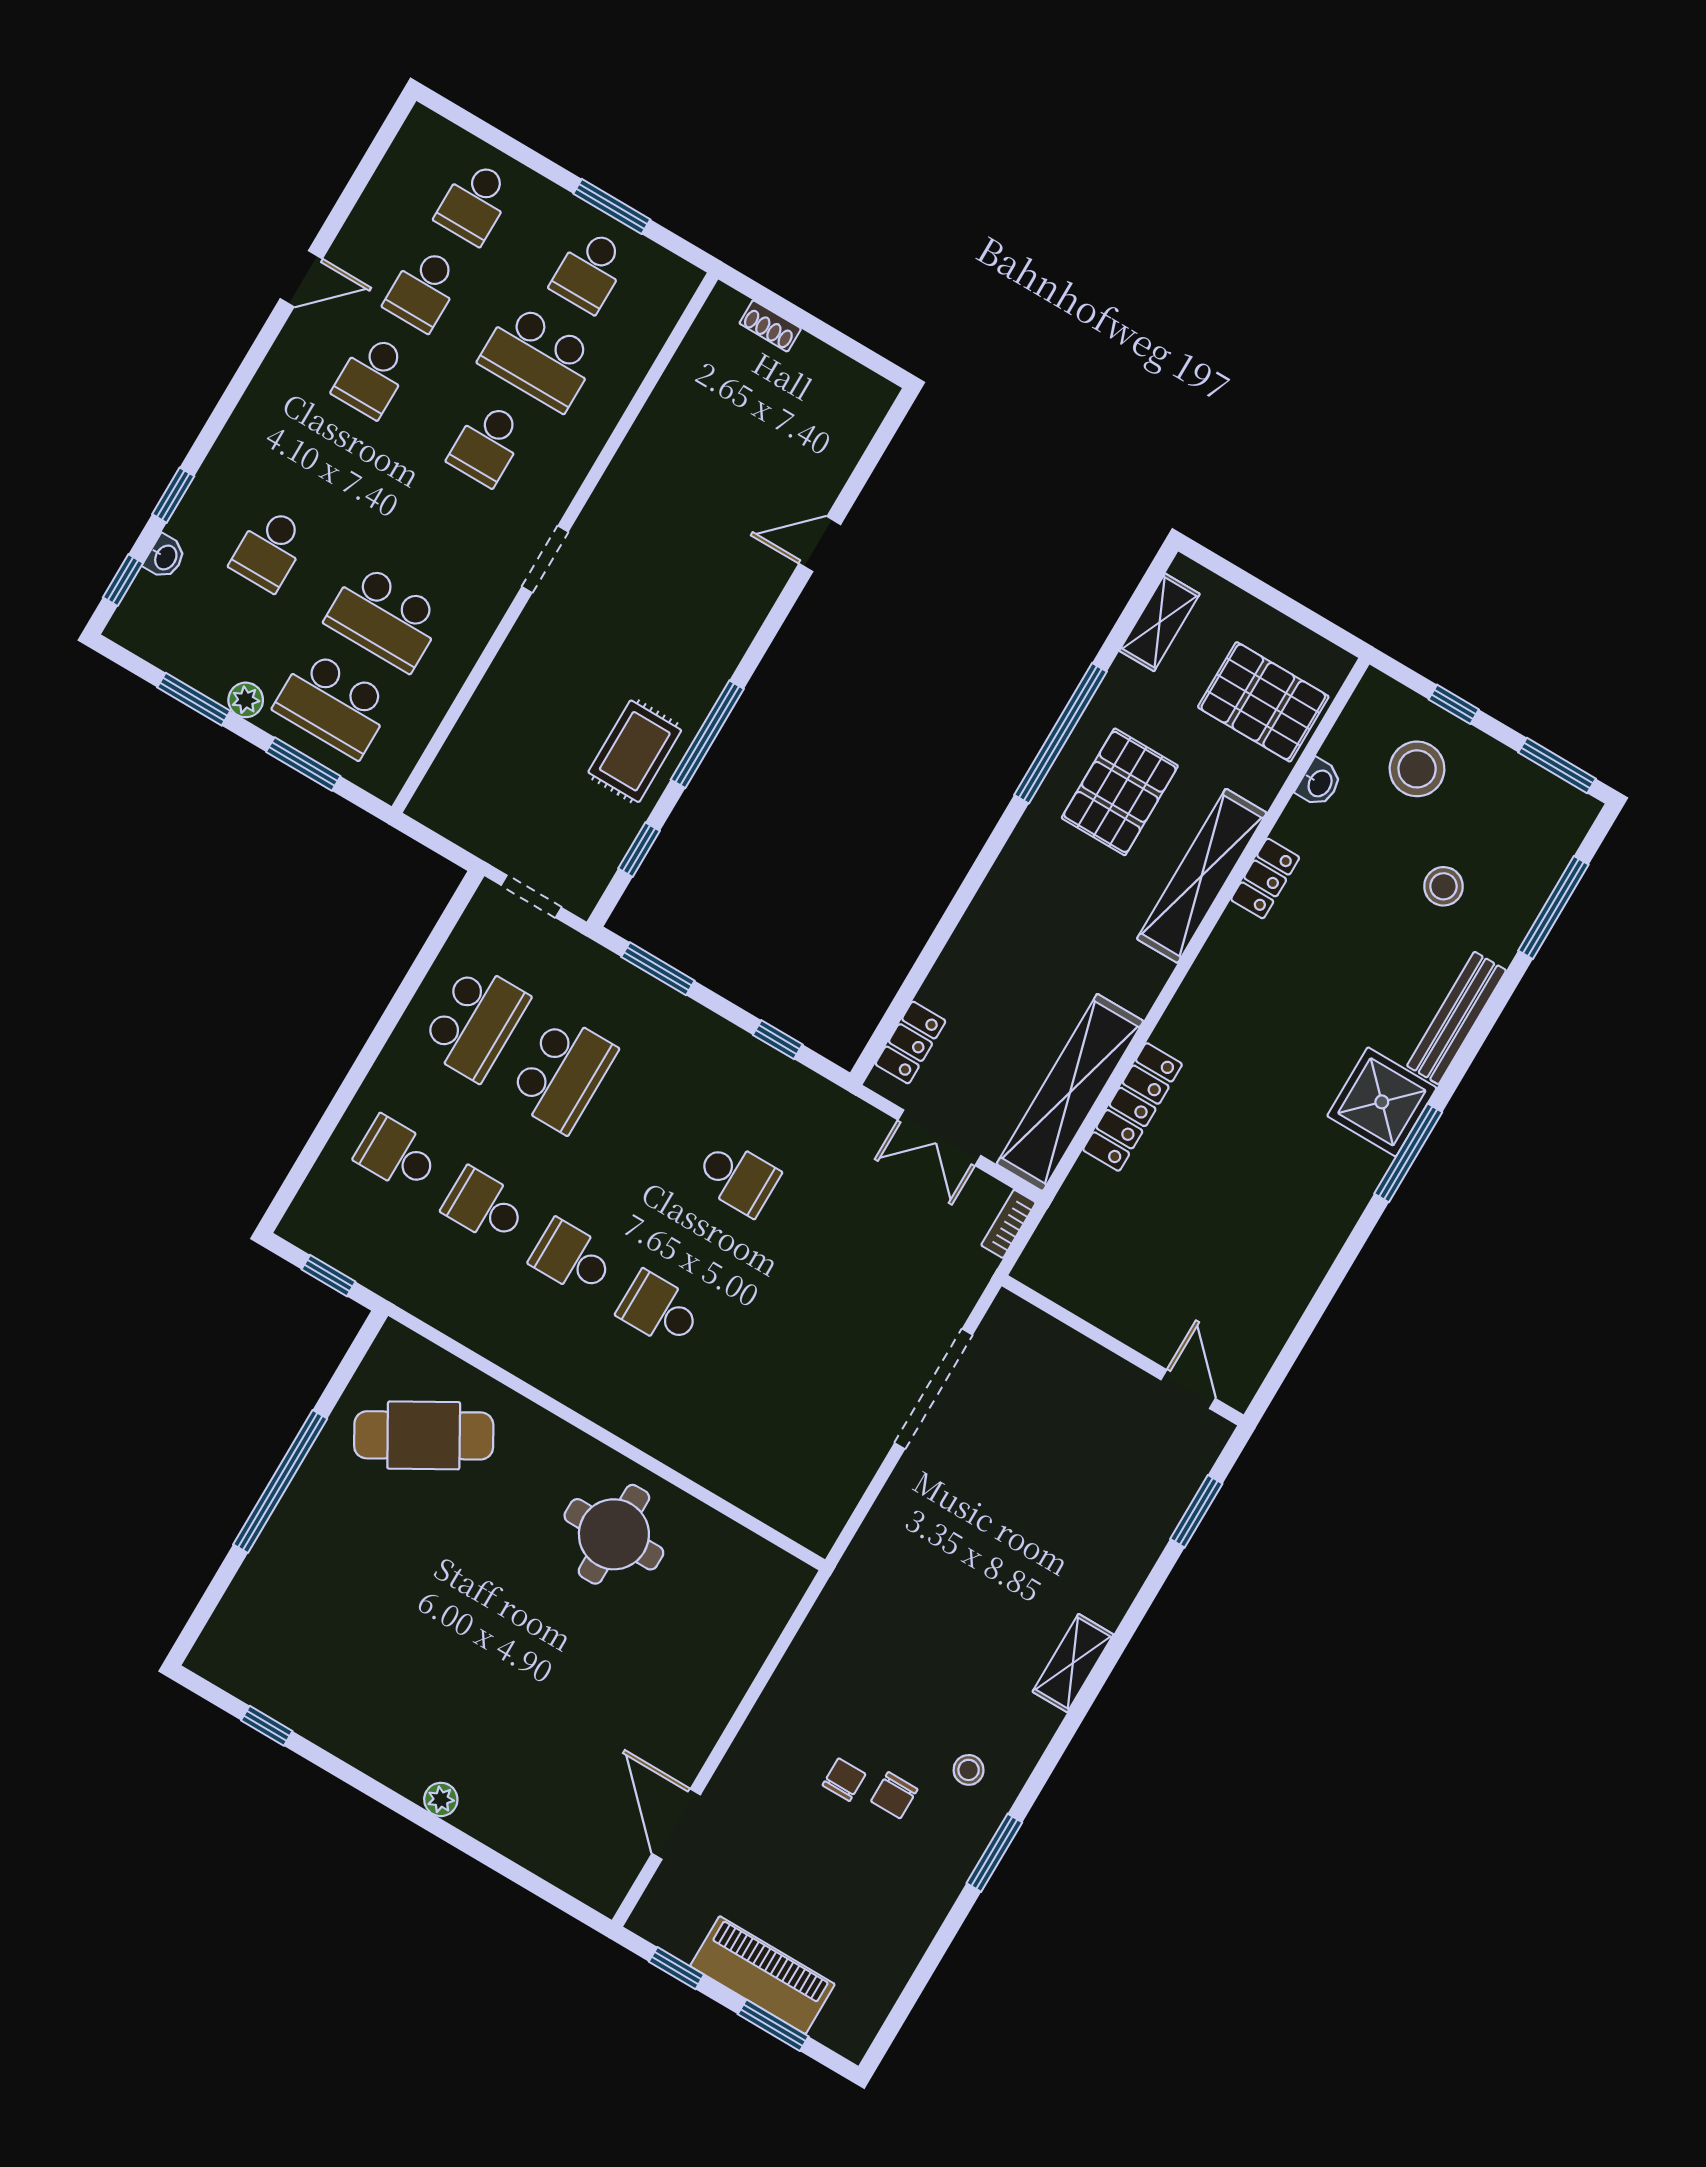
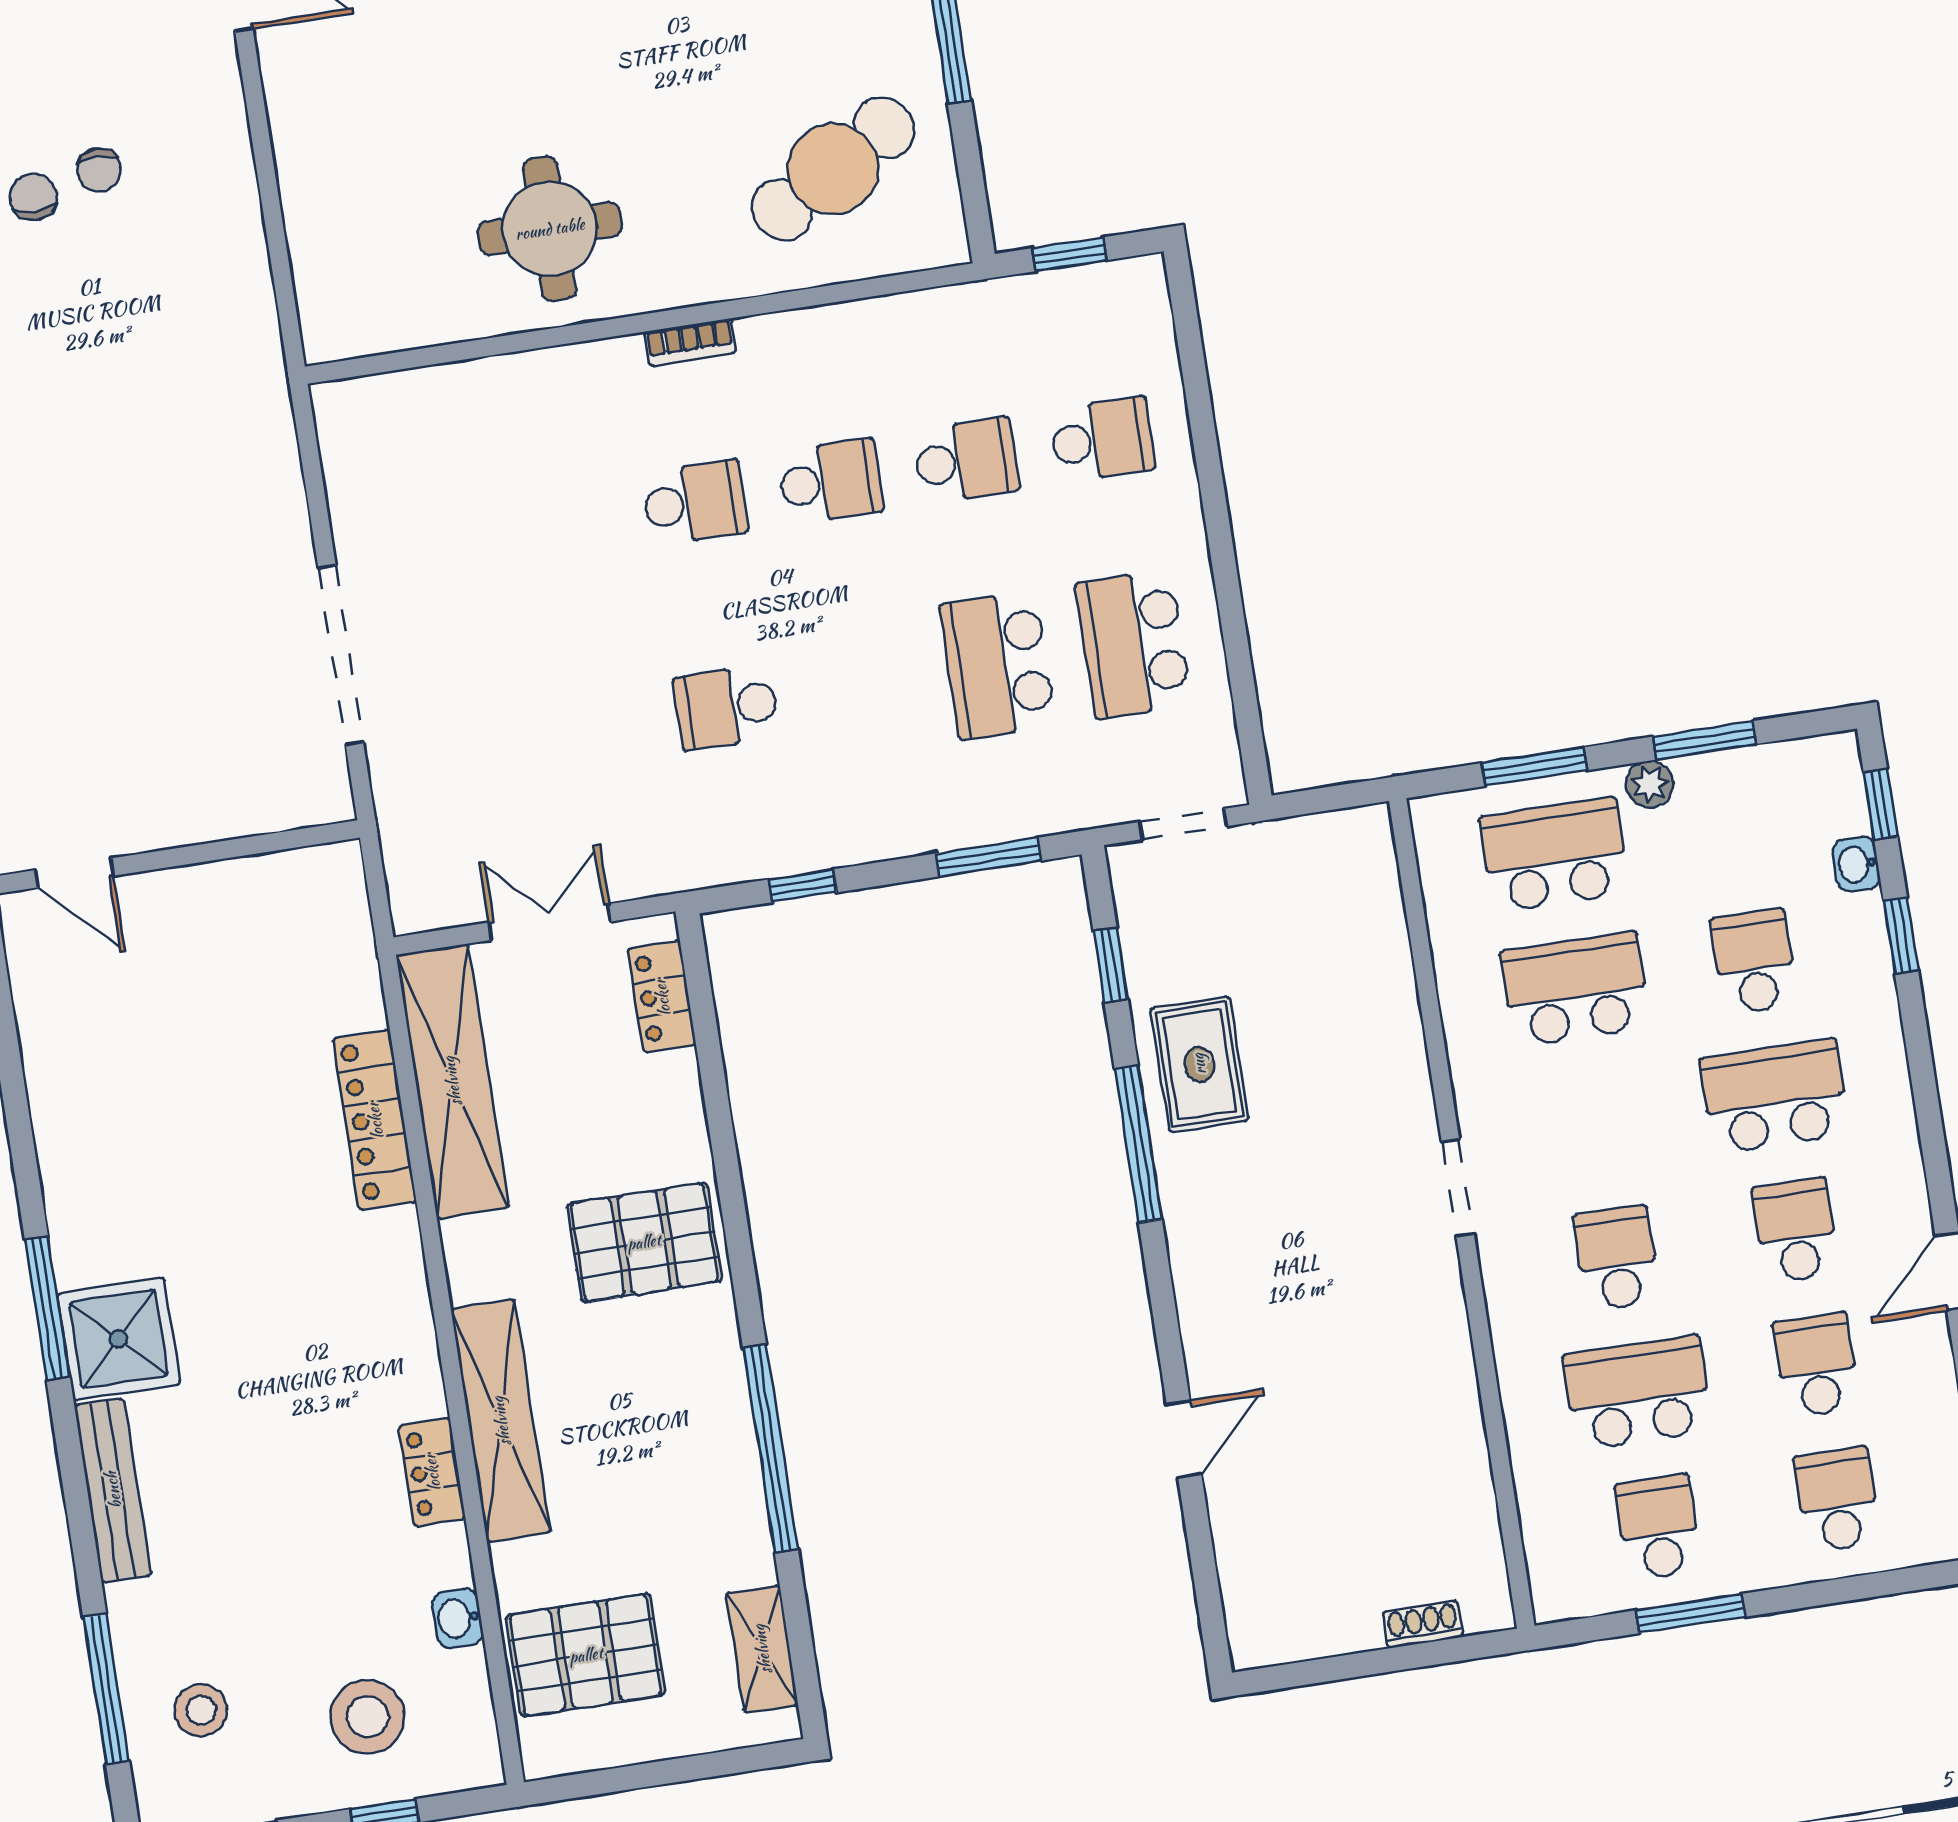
school desk: (321, 463) -> (1775, 1096), added
pallet: (1120, 792) -> (644, 1242), moved, turned 90
stool: (1443, 886) -> (201, 1710), moved
bookcase: (1009, 1224) -> (690, 342), moved, turned 90

